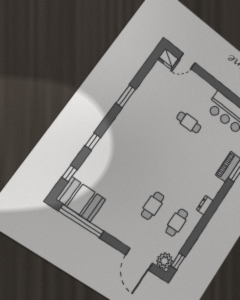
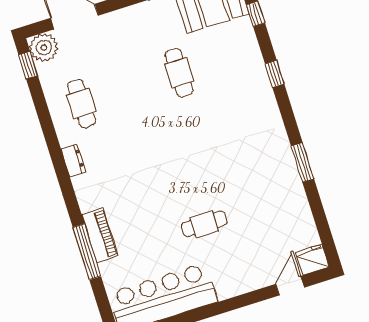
cafe table: (153, 206) -> (179, 73), moved

